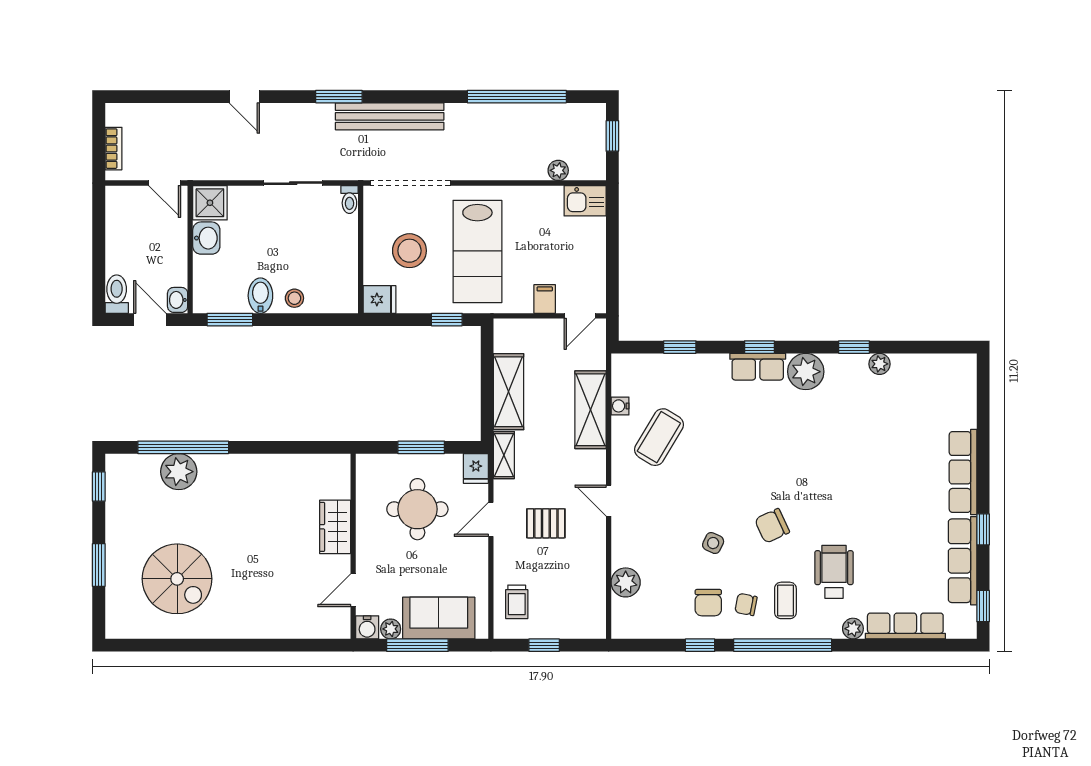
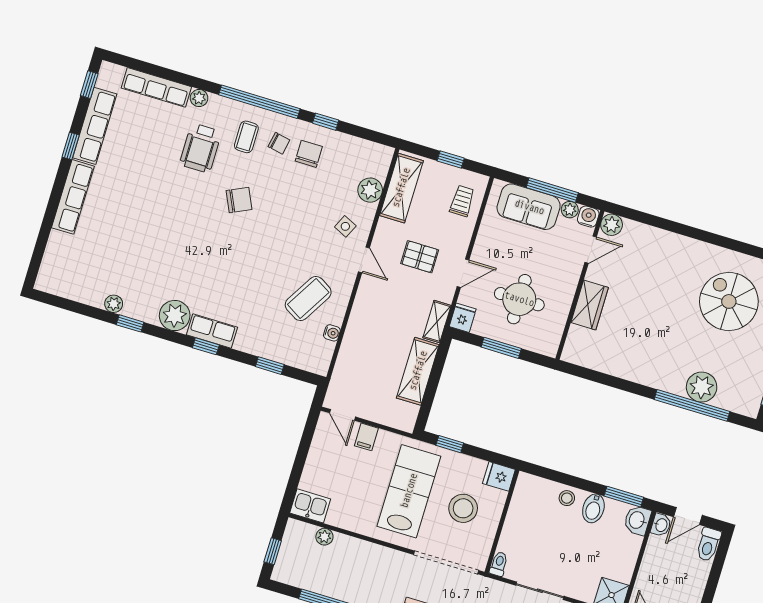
washbasin: (206, 238) -> (637, 520), moved
door: (580, 316) -> (343, 415), swing flipped
door: (150, 320) -> (688, 516), hinge flipped
shelving: (590, 410) -> (401, 188), moved
side table: (713, 543) -> (345, 226), moved
plant: (338, 626) -> (612, 225), added

